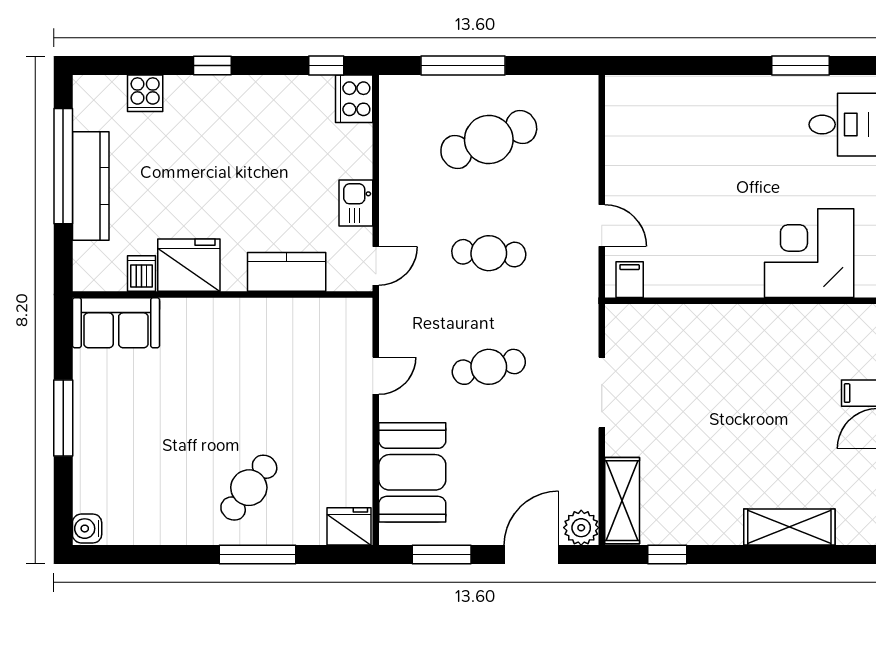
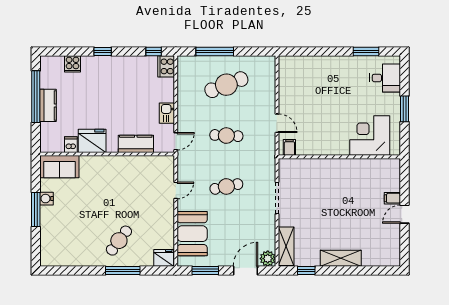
kitchen counter: (91, 186) -> (48, 105), width x0.67
shelving: (789, 527) -> (341, 258), moved
water cooler: (87, 529) -> (46, 199), moved

